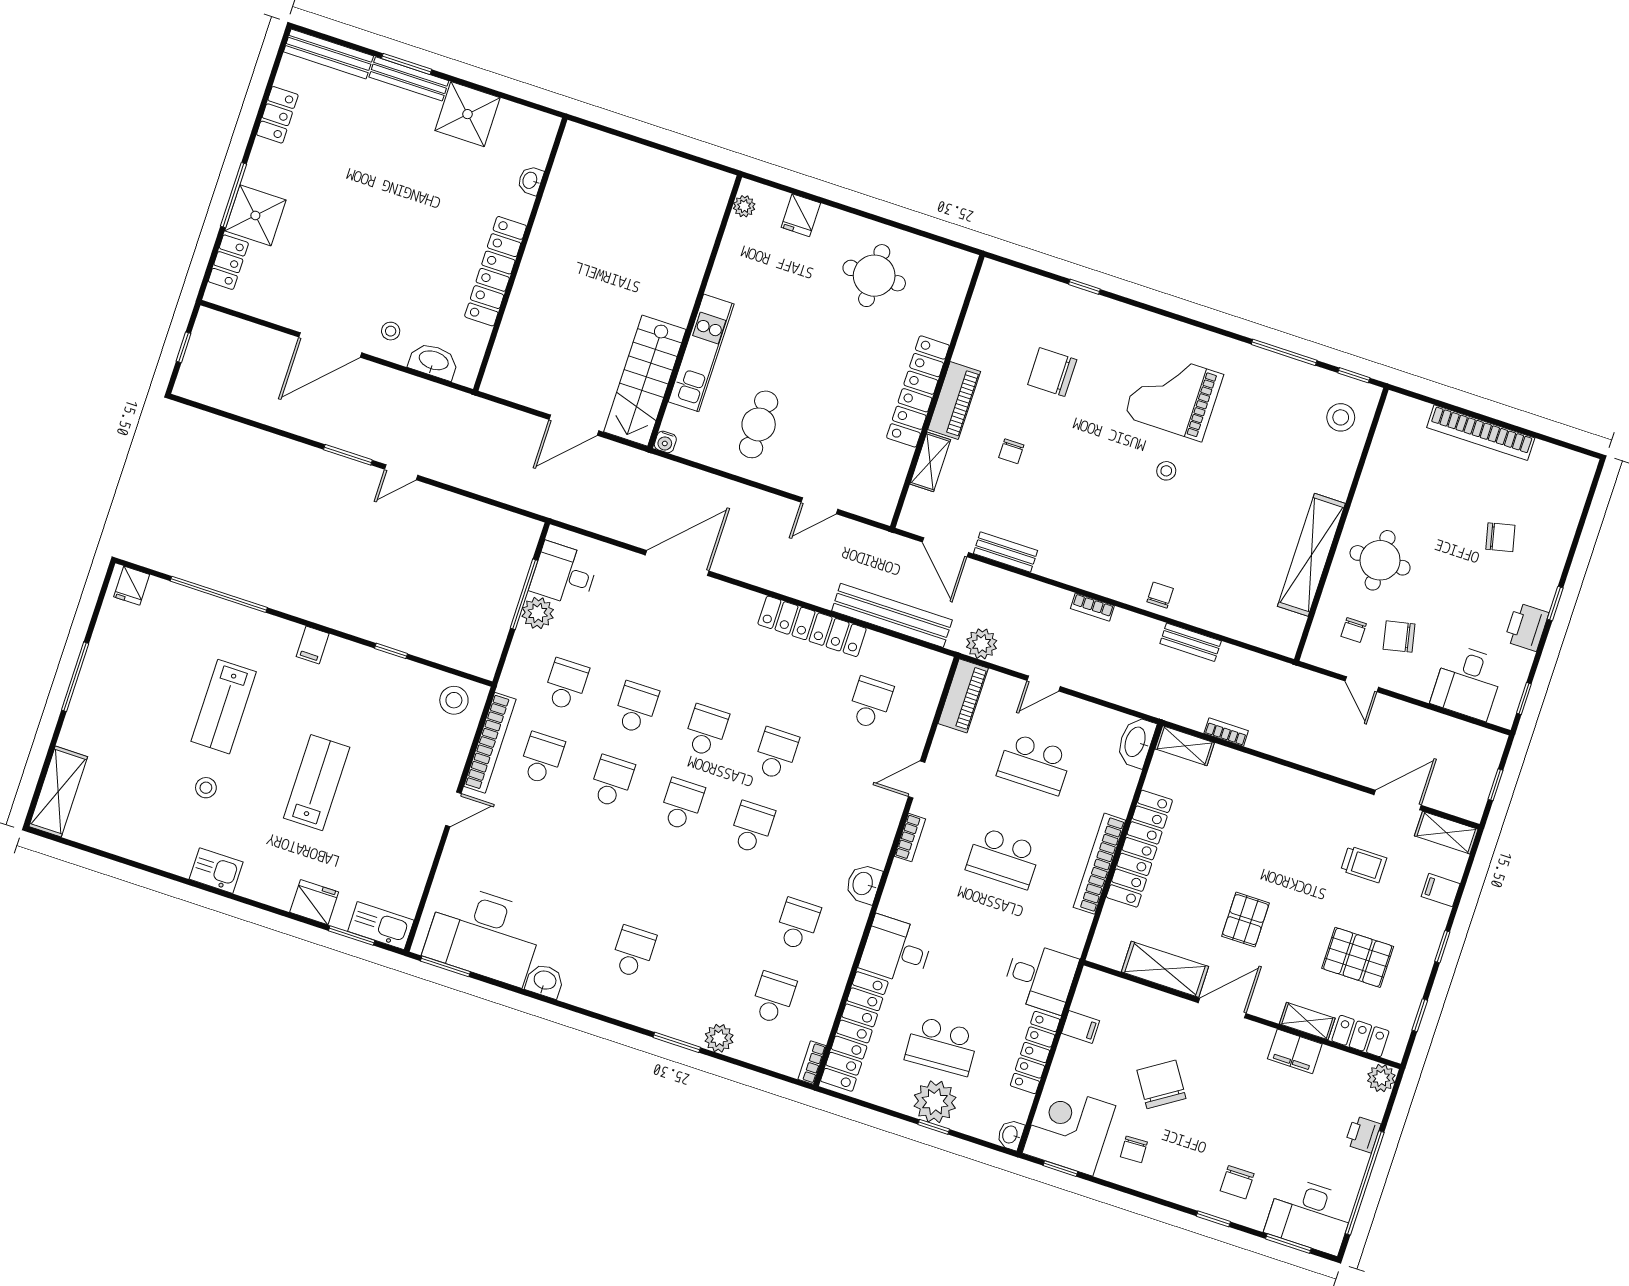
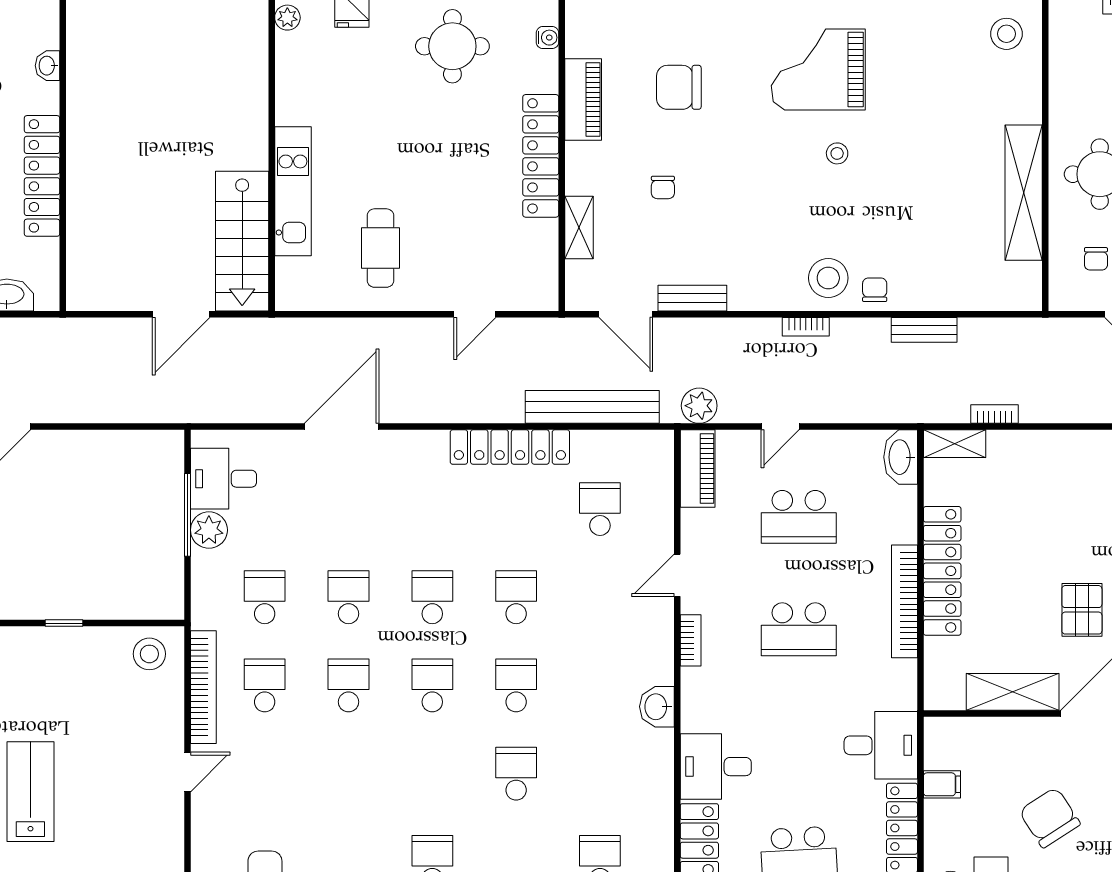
piano: (954, 401) -> (583, 99), moved
water cooler: (665, 442) -> (547, 38), moved, turned -90
stool: (1125, 573) -> (828, 278), added
school desk: (798, 924) -> (516, 774), moved

